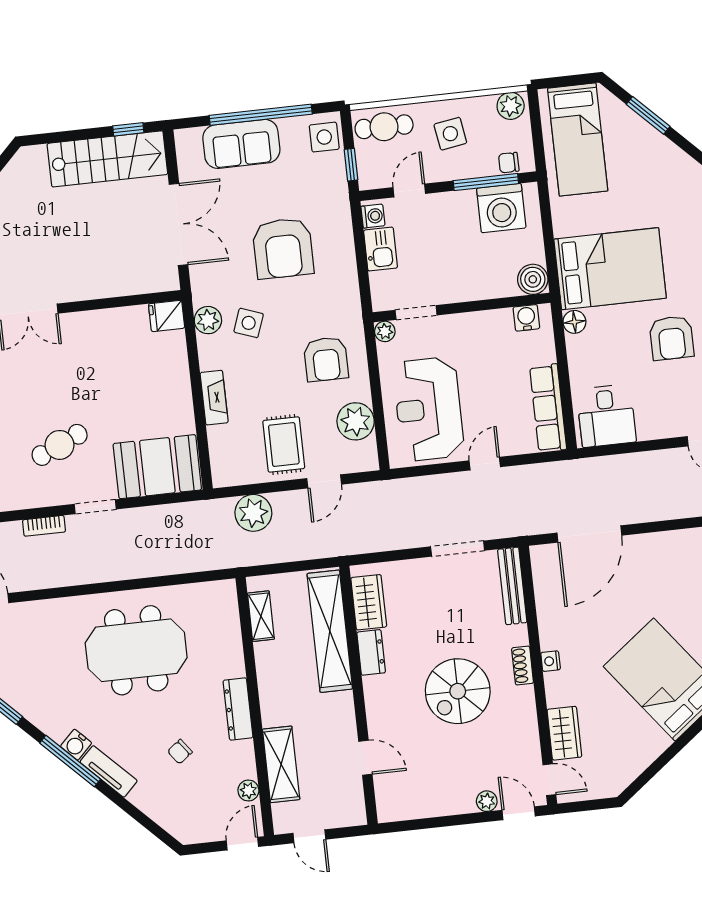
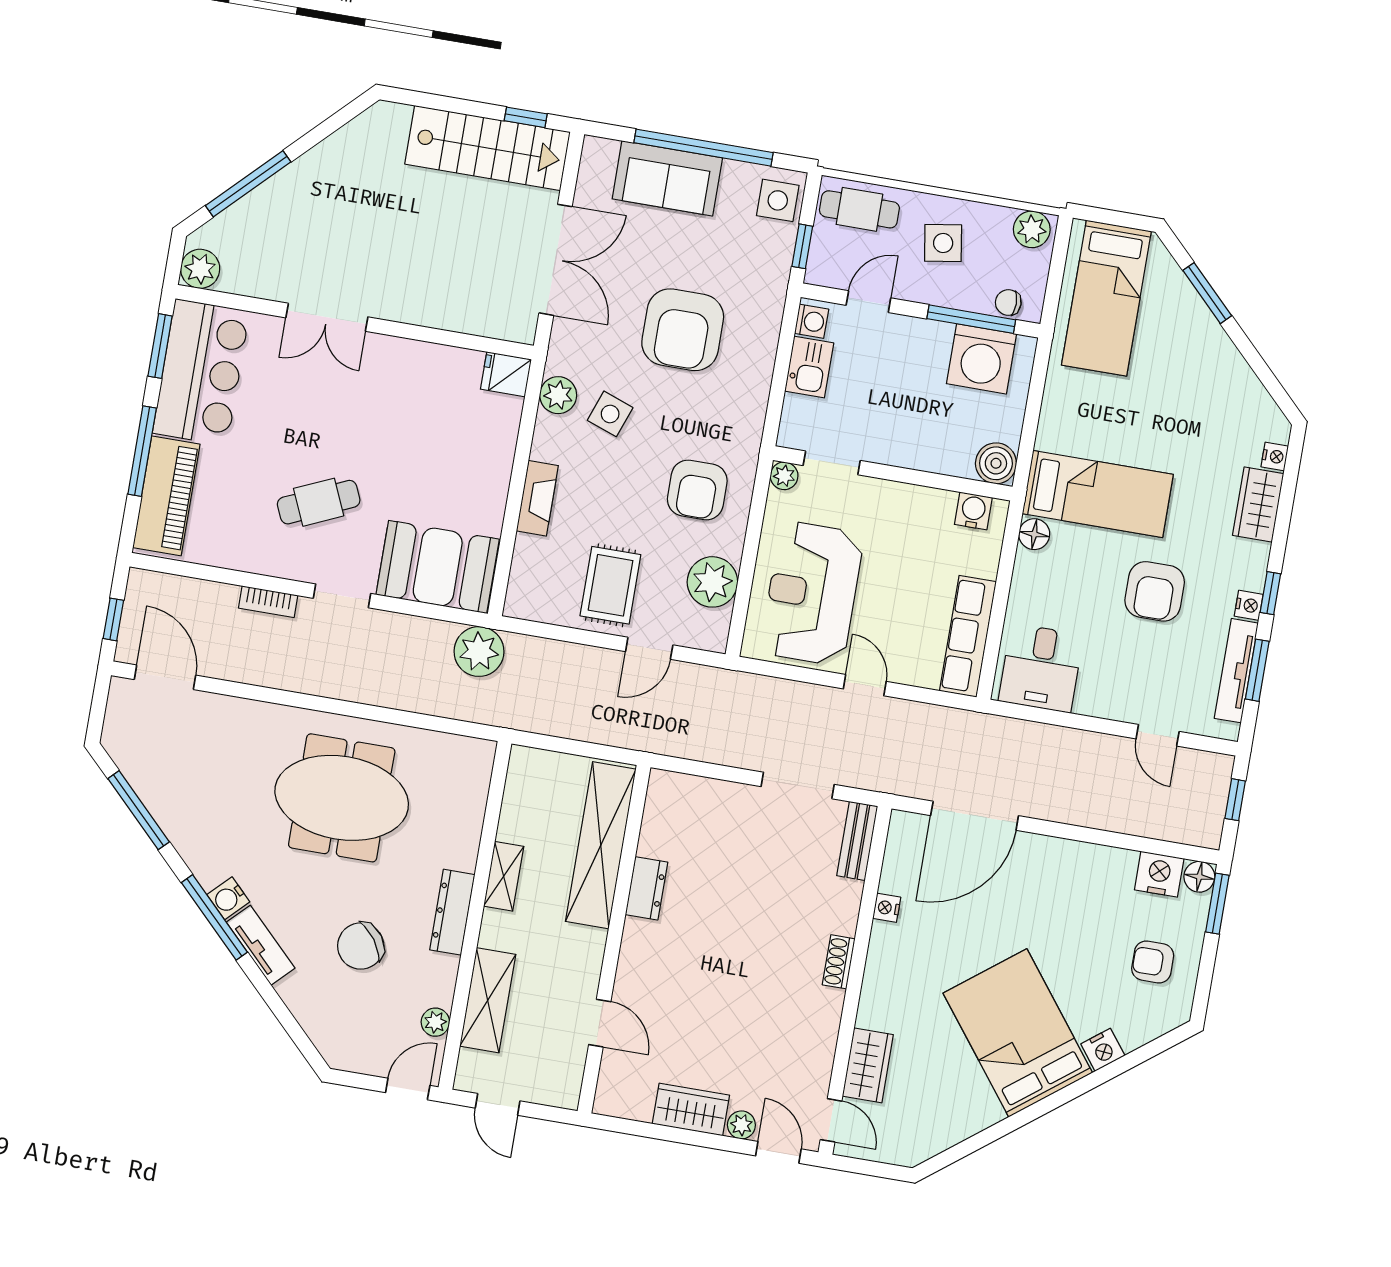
bed: (610, 269) -> (1098, 494), width x0.67
door: (485, 464) -> (865, 685), hinge flipped
plant: (253, 513) -> (479, 652), moved
bench: (512, 586) -> (857, 841), width x0.73
wardrobe: (369, 602) -> (691, 1109), moved, turned -90
shelving: (261, 616) -> (504, 876), moved
nightstand: (551, 661) -> (887, 908), moved
spiral stairs: (458, 691) -> (745, 971), removed
chair: (180, 752) -> (361, 946), width x1.87, depth x1.87

